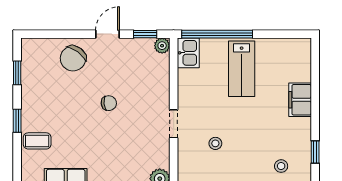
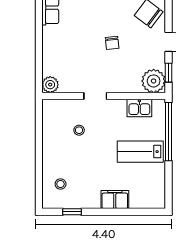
plant: (162, 46) -> (154, 81), width x1.87, depth x1.87
kitchen sink: (188, 53) -> (139, 108), moved

